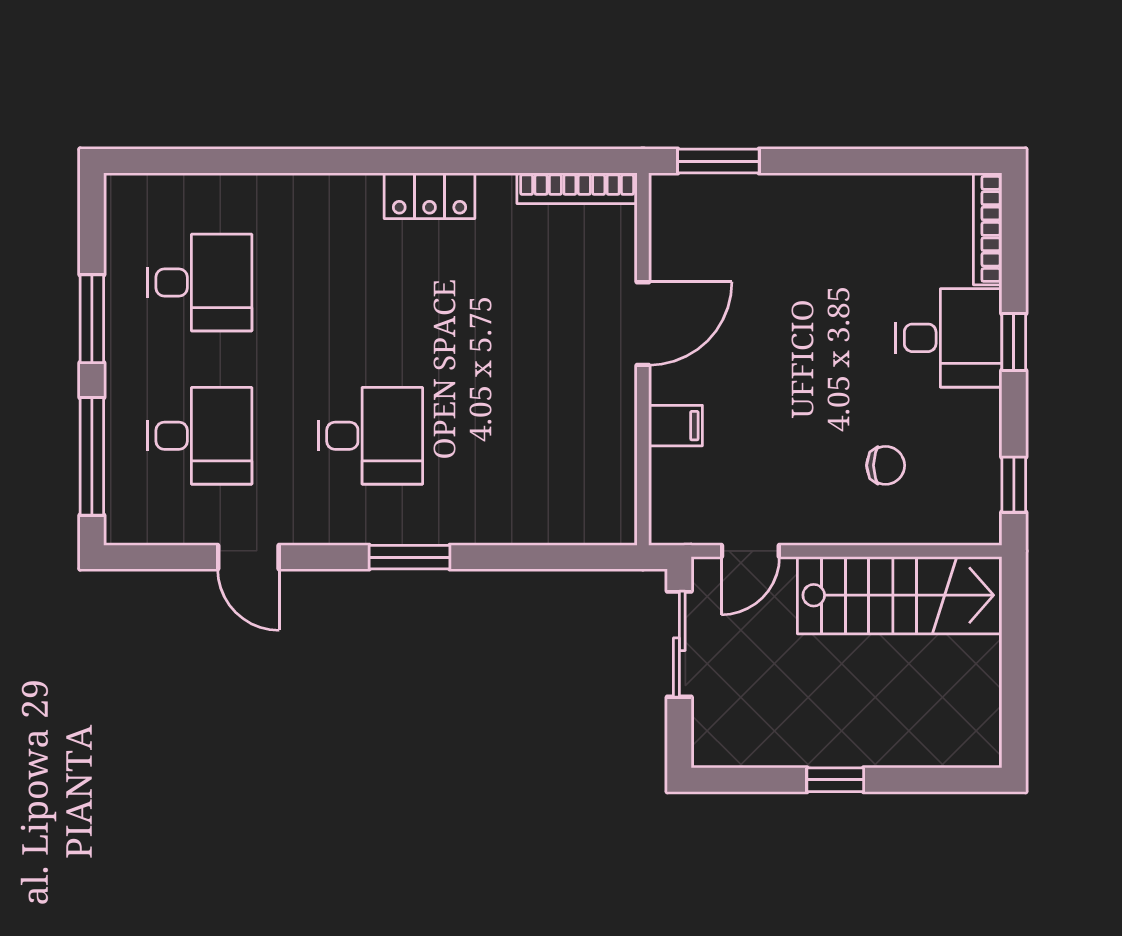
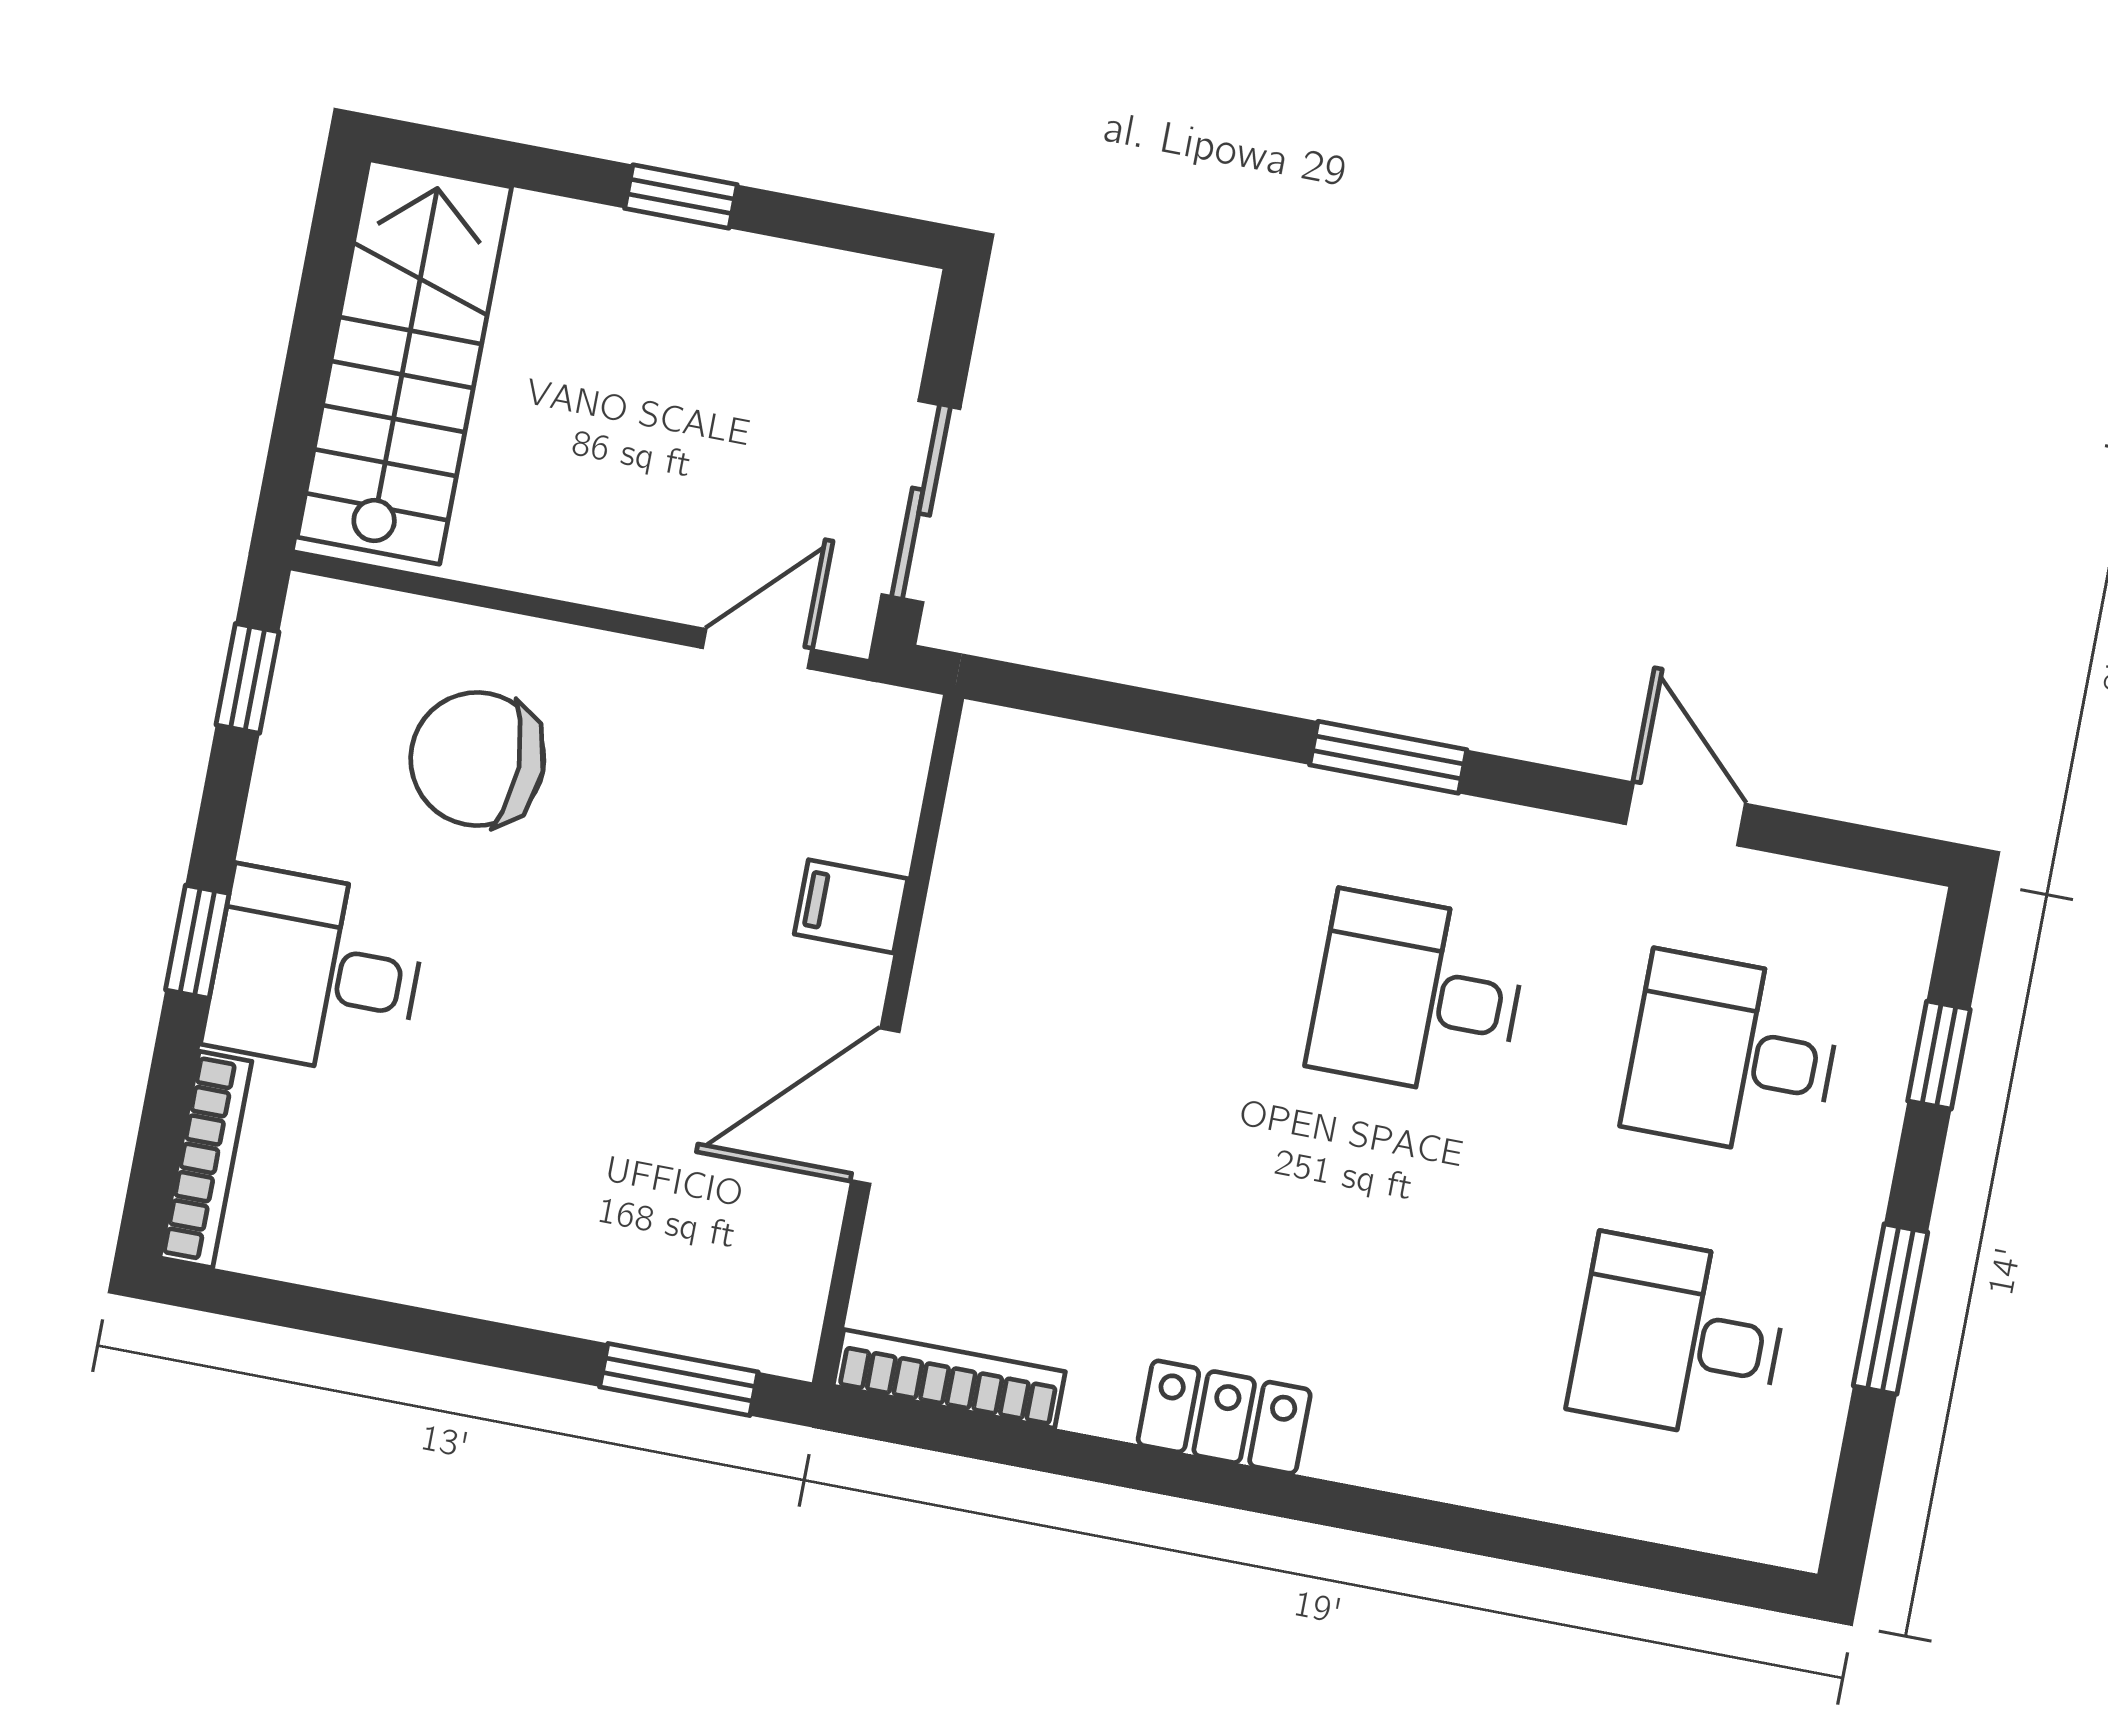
window: (92, 456) -> (1939, 1055), width x0.46
chair: (886, 465) -> (477, 759), width x1.87, depth x1.87
stairs: (900, 595) -> (404, 362), moved, turned 90

